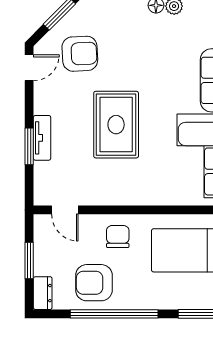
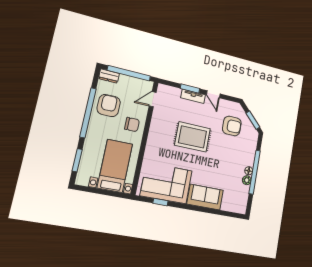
armchair: (80, 54) -> (232, 126), turned -87
door: (29, 68) -> (213, 94), moved
window: (29, 260) -> (129, 73), width x2.11

